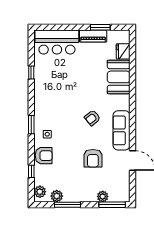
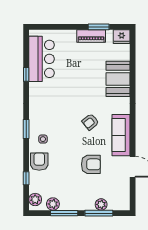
bar counter: (57, 42) -> (42, 59), moved, turned -90
fridge: (123, 51) -> (122, 37), moved, turned -90
armchair: (44, 156) -> (39, 162), turned -90
armchair: (93, 158) -> (91, 164), turned -90
window: (112, 205) -> (99, 213), moved

